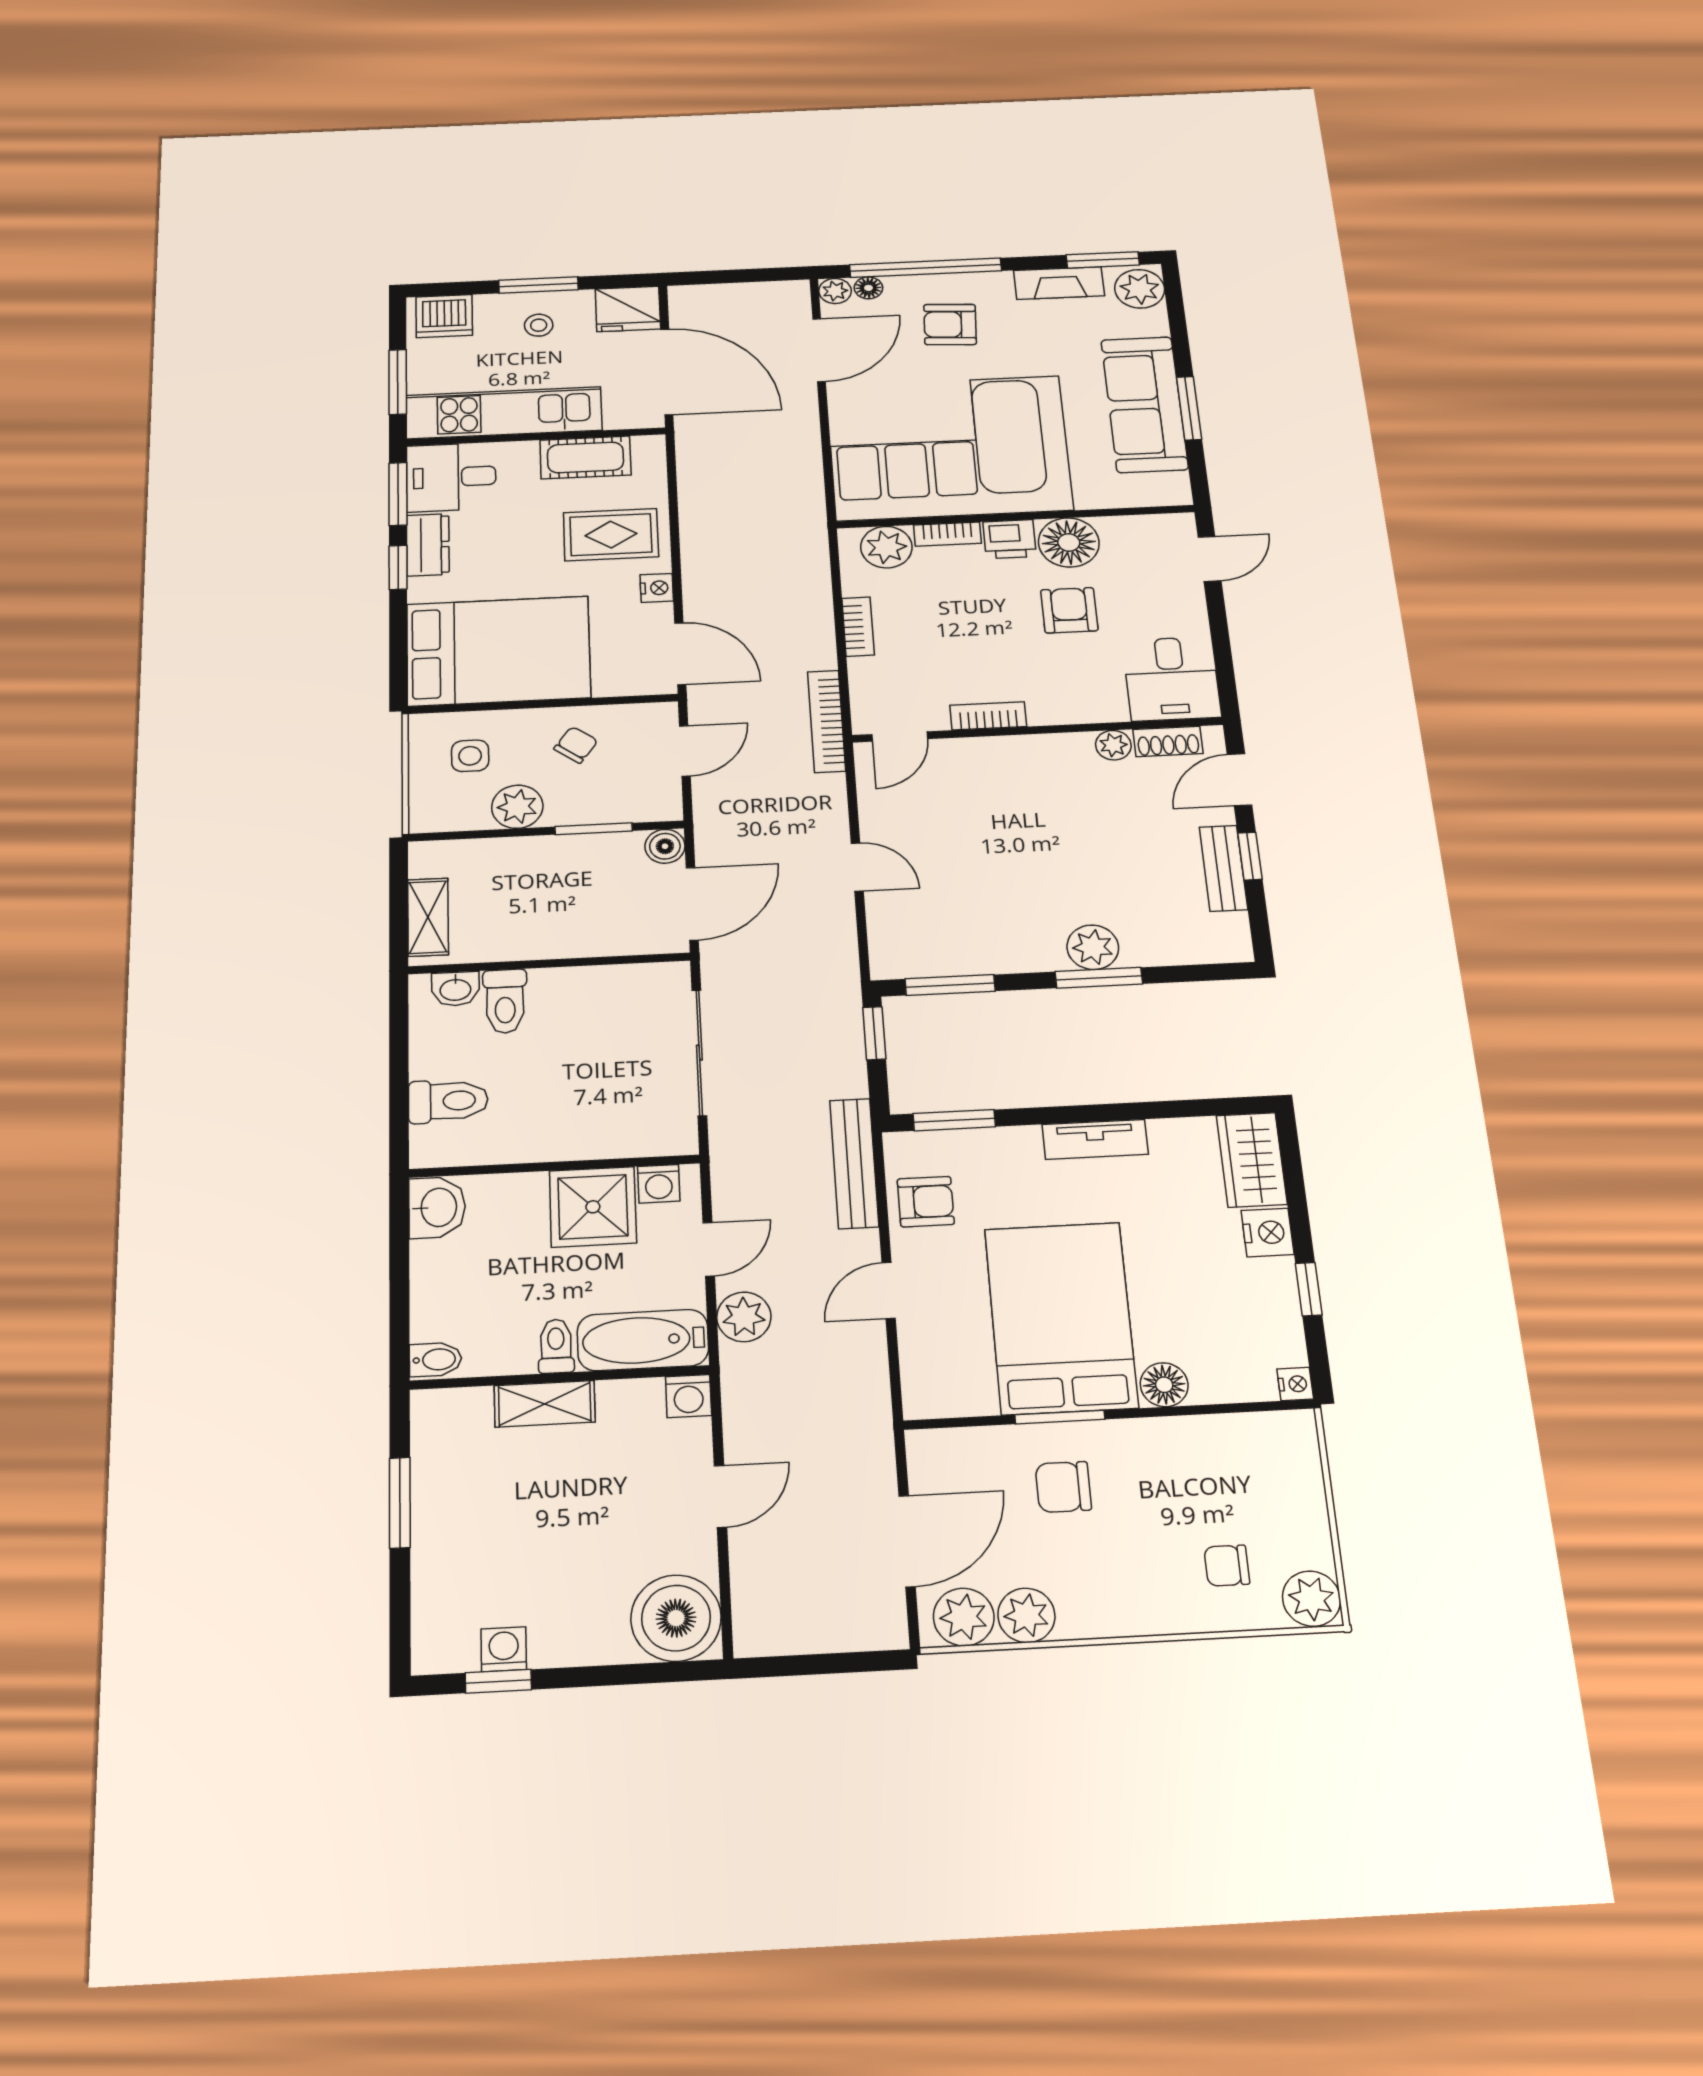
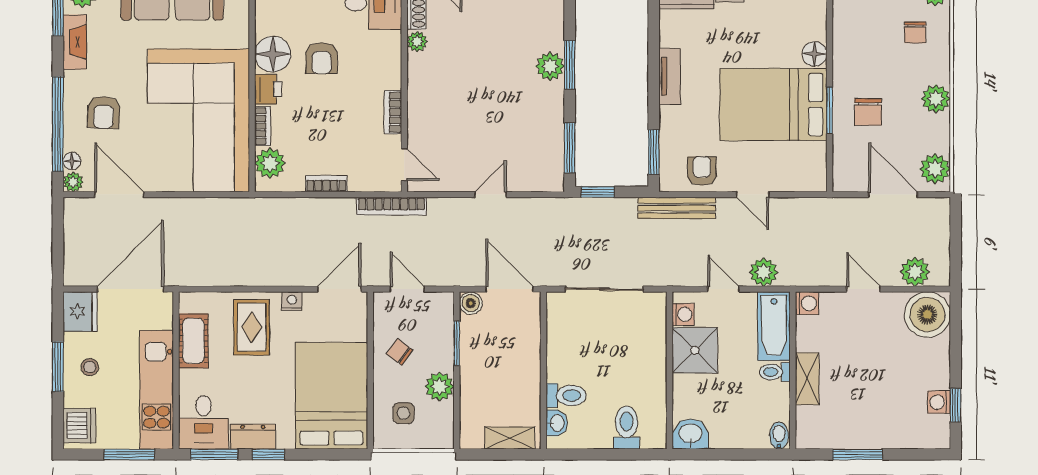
armchair: (1069, 610) -> (322, 58), turned -90
plant: (759, 1590) -> (915, 272), added
plant: (1026, 1615) -> (936, 99), moved

